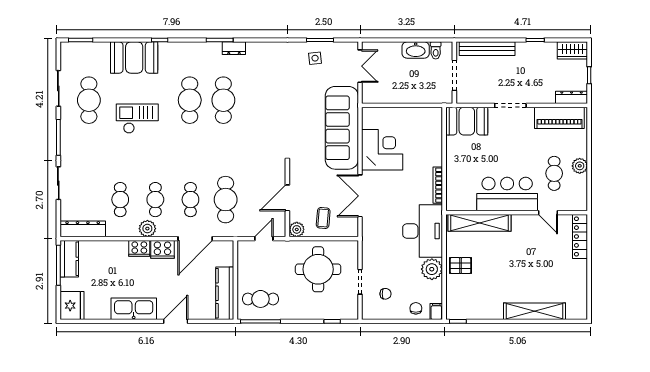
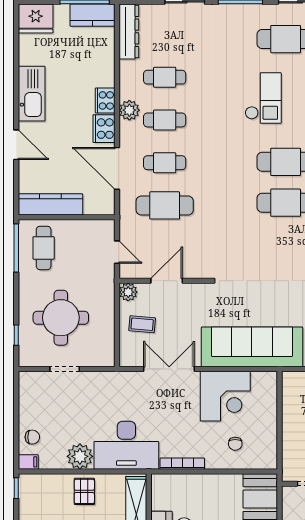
door: (287, 198) -> (167, 281), hinge flipped
round table: (318, 269) -> (61, 318), moved
chair: (386, 294) -> (235, 444), moved

